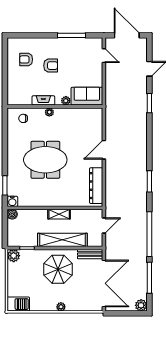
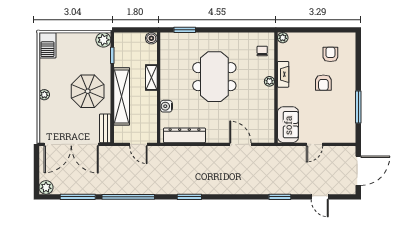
door: (104, 56) -> (314, 144), moved
plant: (66, 101) -> (283, 38), moved
door: (104, 150) -> (240, 144), moved
water cooler: (12, 201) -> (166, 106), moved
shelving: (59, 214) -> (151, 78), moved

